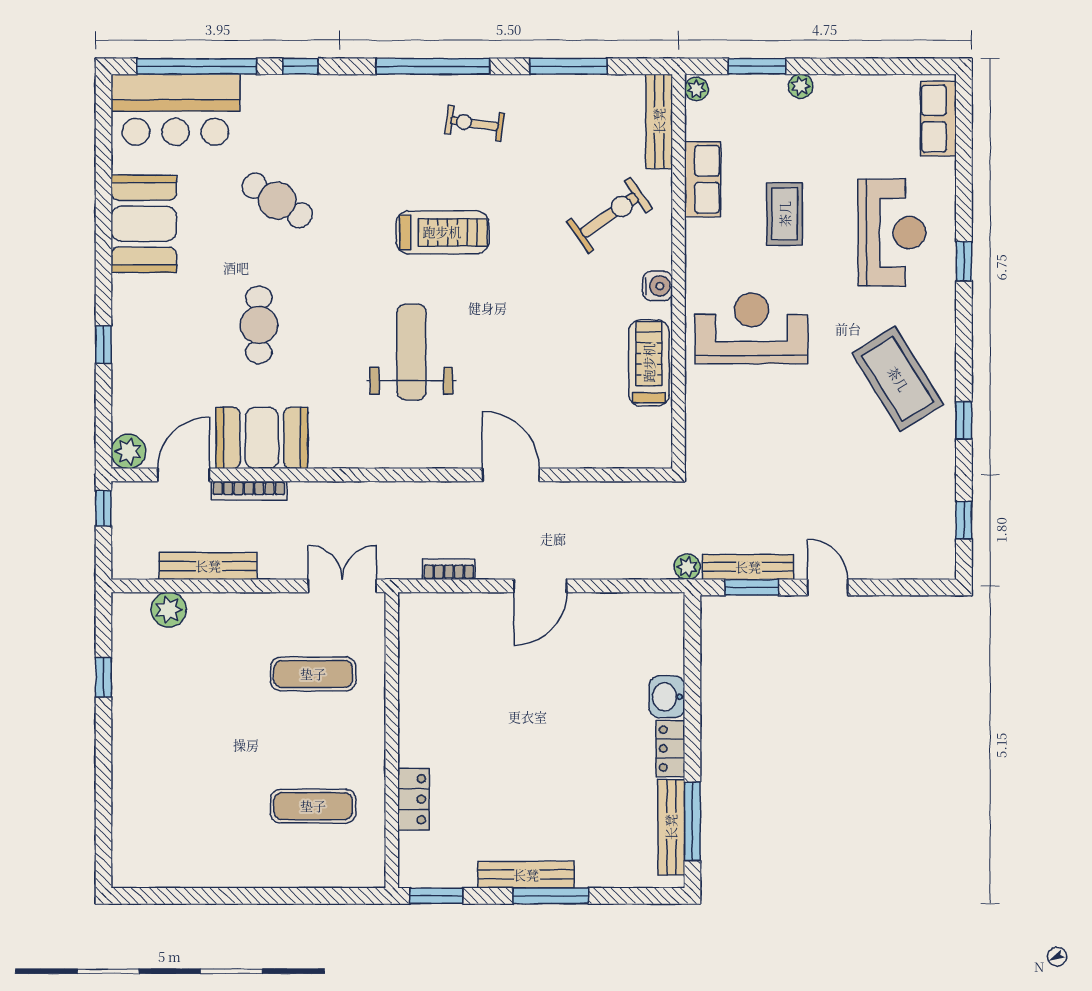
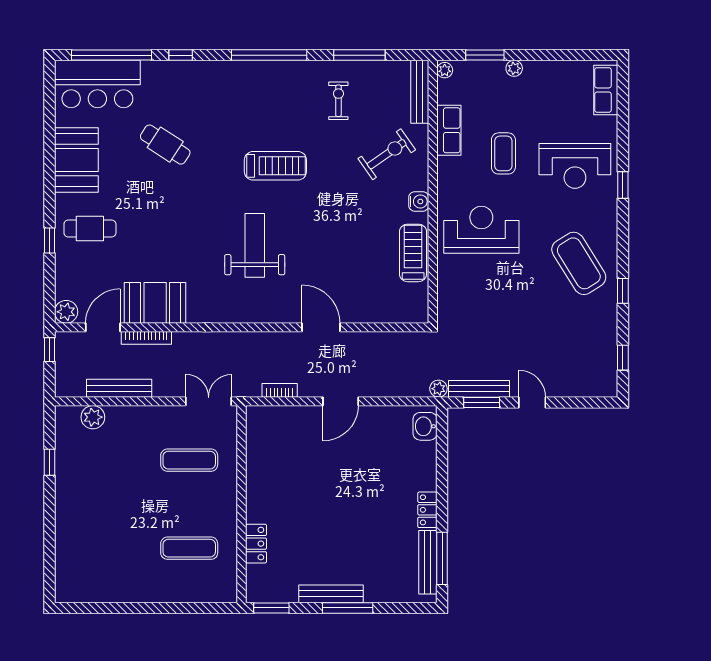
exercise bike: (475, 123) -> (338, 101), moved, turned 82
reception desk: (892, 233) -> (575, 166), turned 90
cafe table: (259, 325) -> (90, 229), moved, turned 90
washbasin: (667, 697) -> (425, 426), moved

